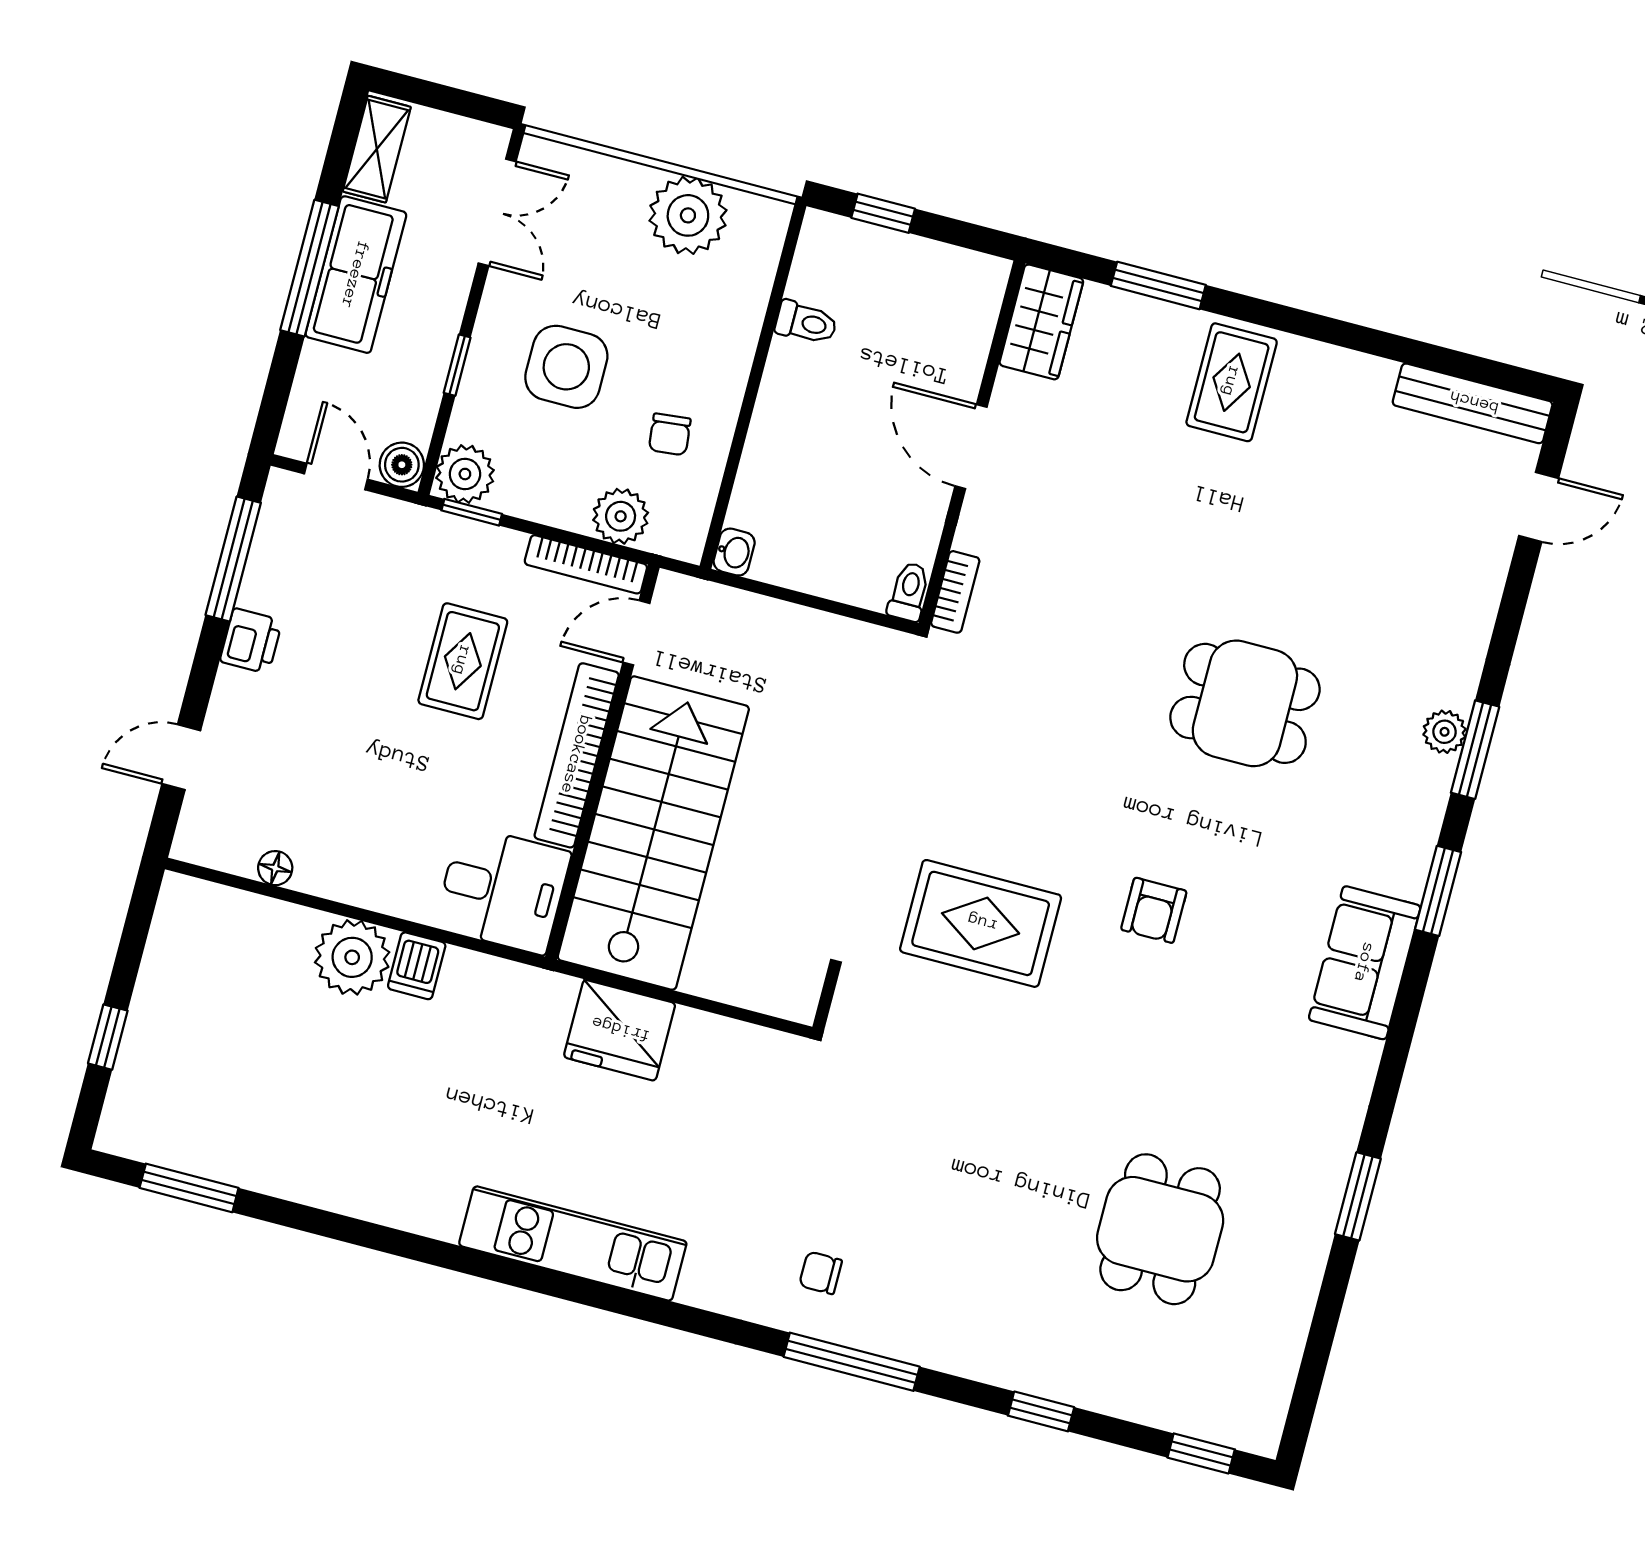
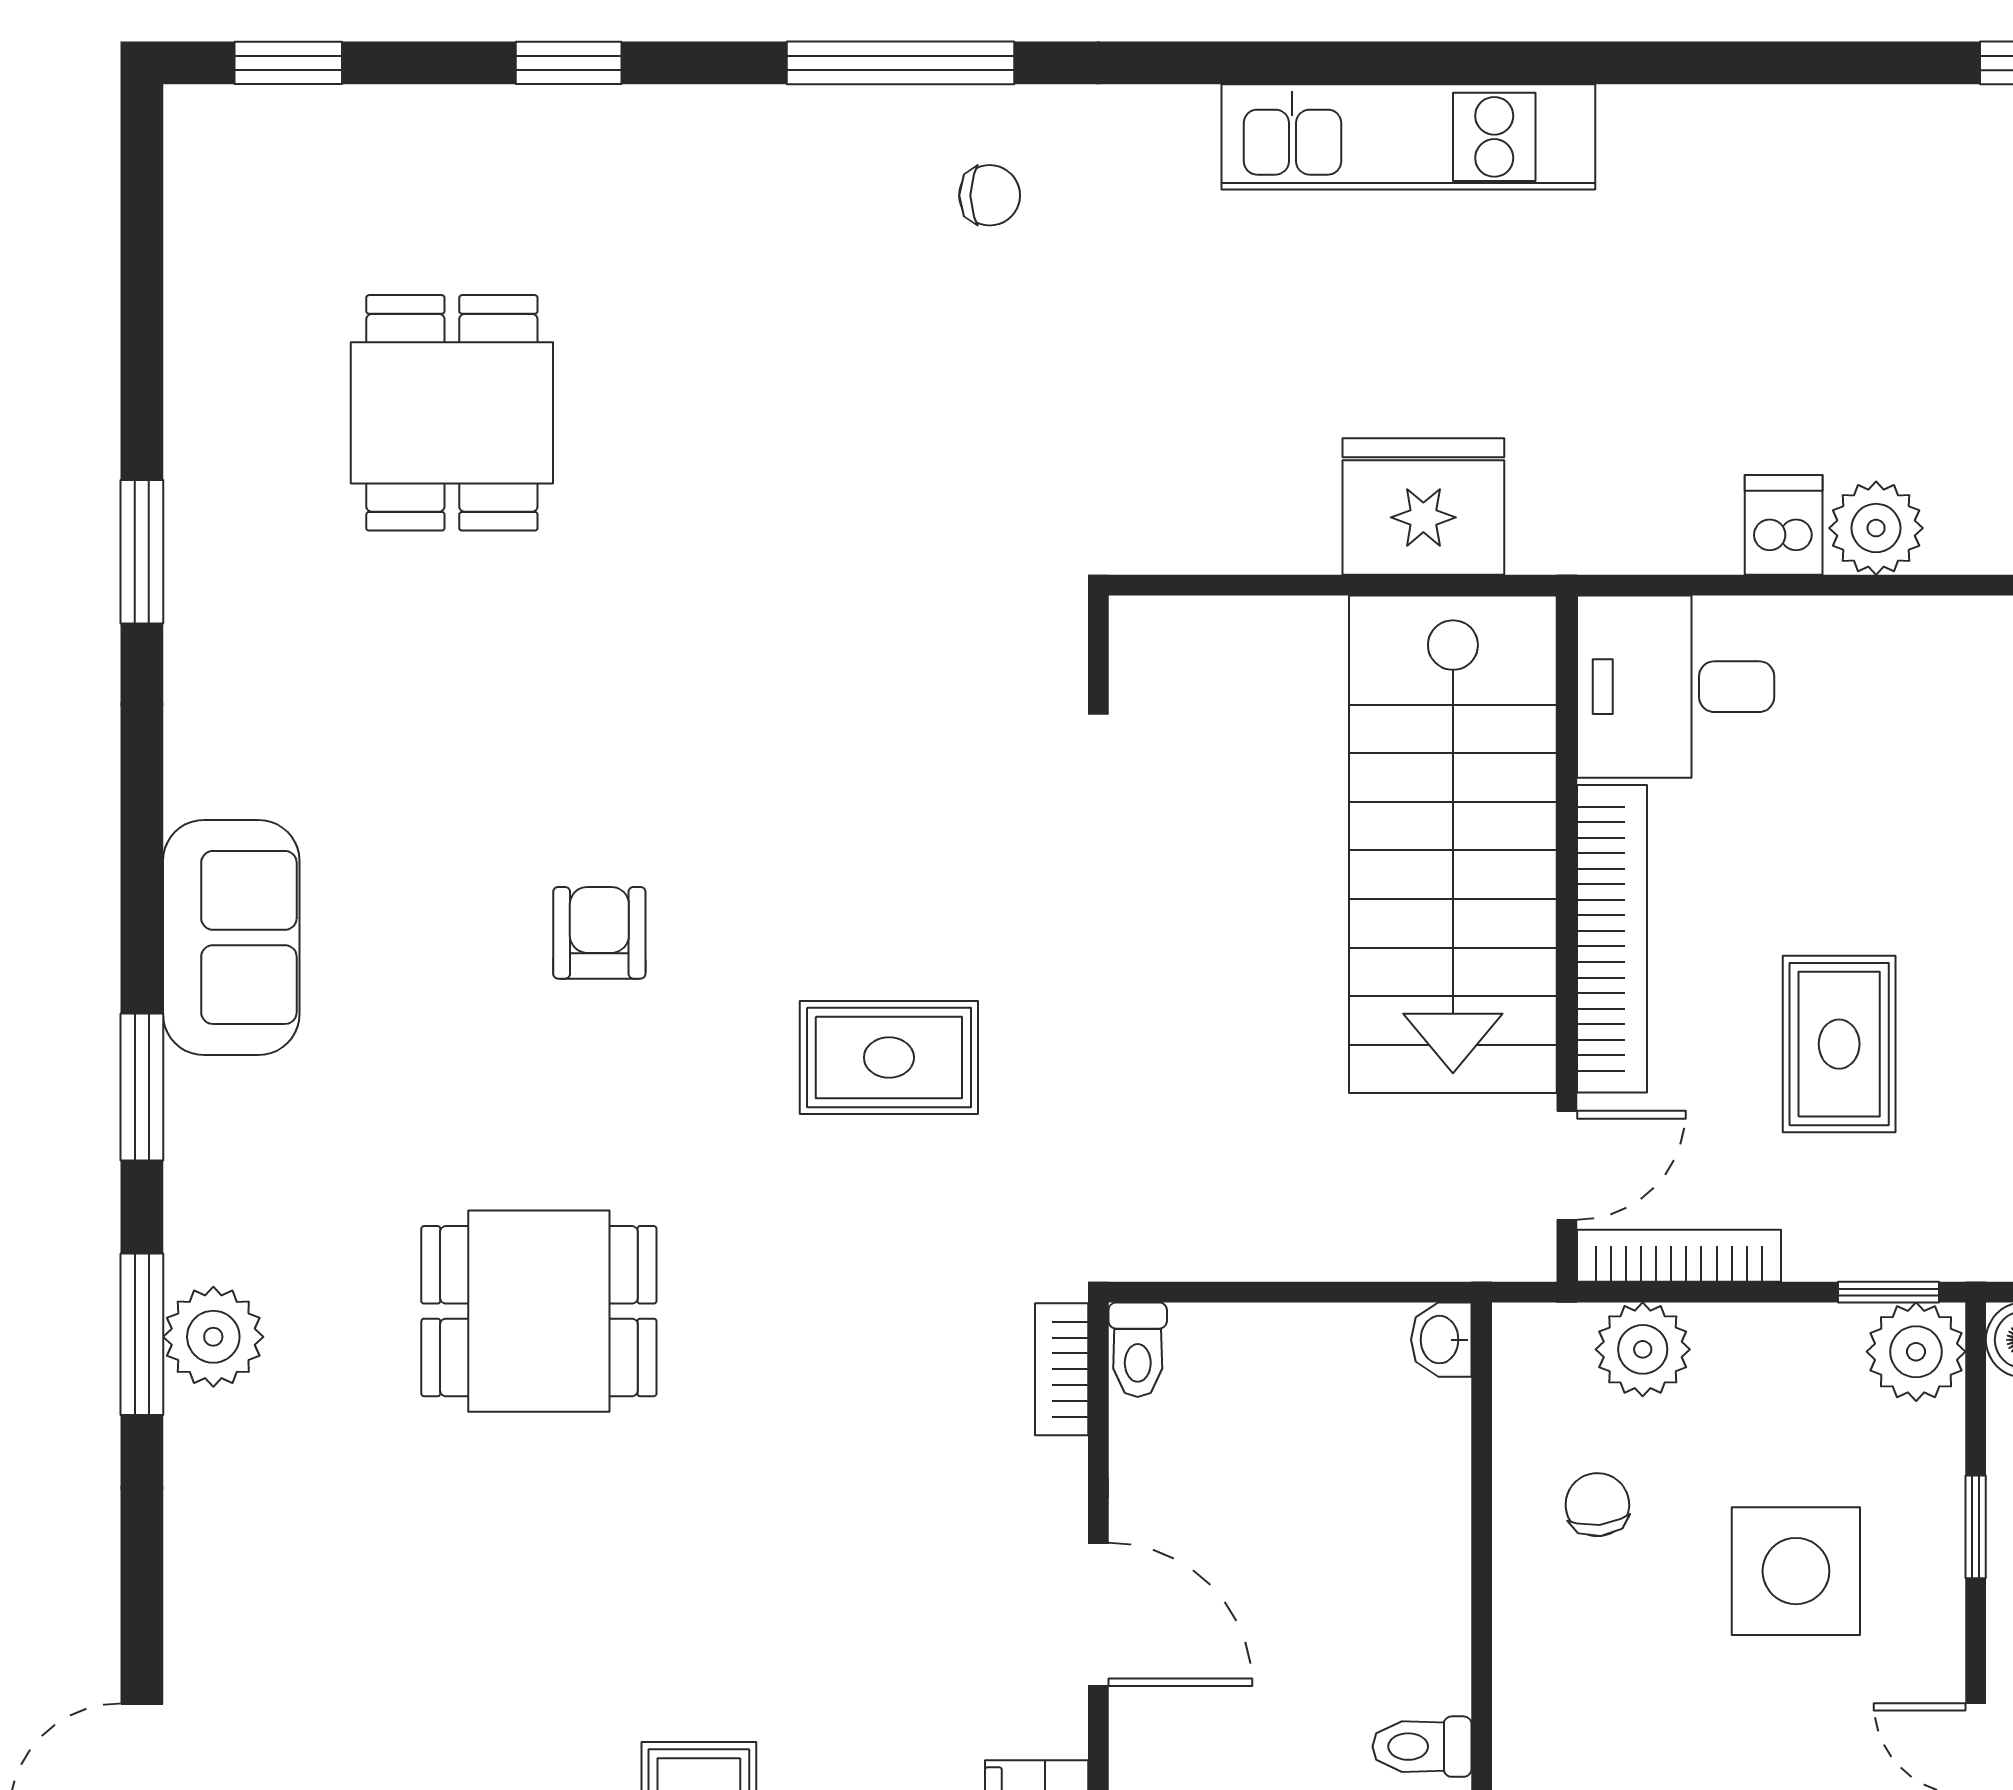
plant: (1445, 732) -> (213, 1337), width x1.38, depth x1.38
rug: (981, 923) -> (889, 1058), moved, width x0.73, depth x0.70
plant: (352, 957) -> (1876, 528), width x0.73, depth x0.73

